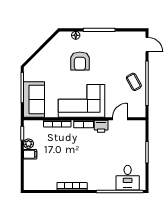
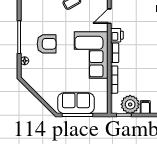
armchair: (80, 61) -> (47, 44), moved
sofa: (34, 99) -> (76, 103), moved
door: (120, 119) -> (109, 16), hinge flipped
plant: (28, 144) -> (130, 104), width x1.88, depth x1.88

